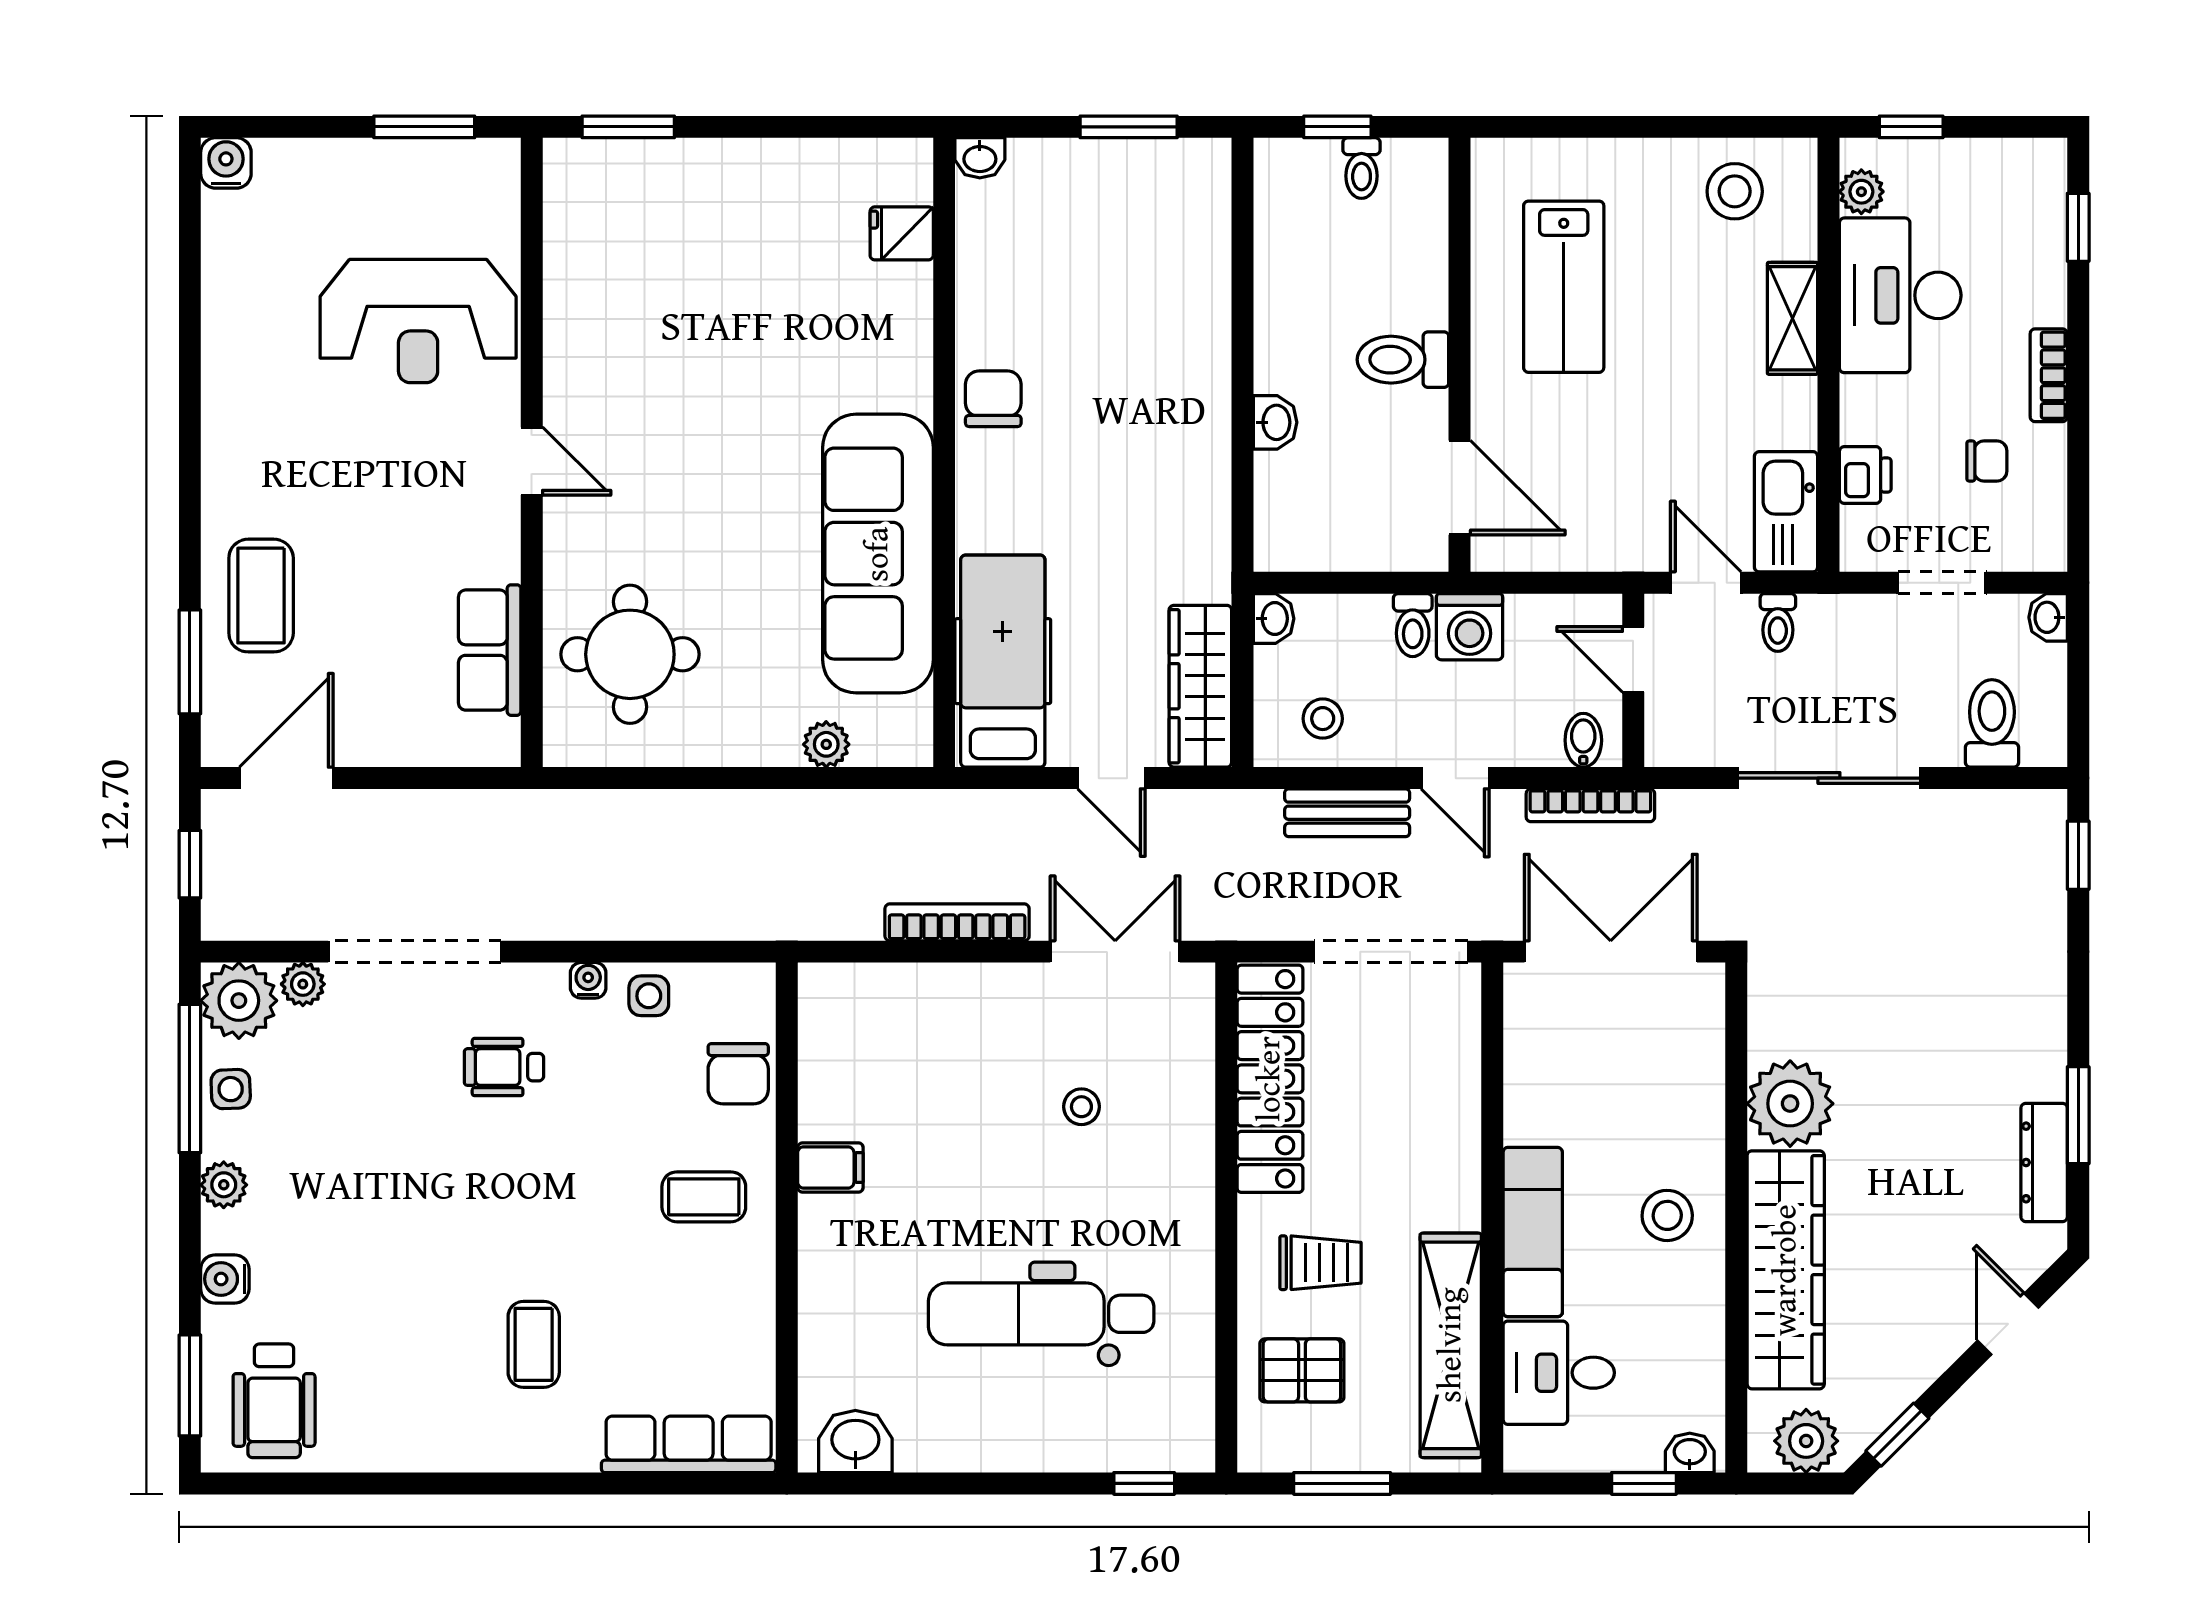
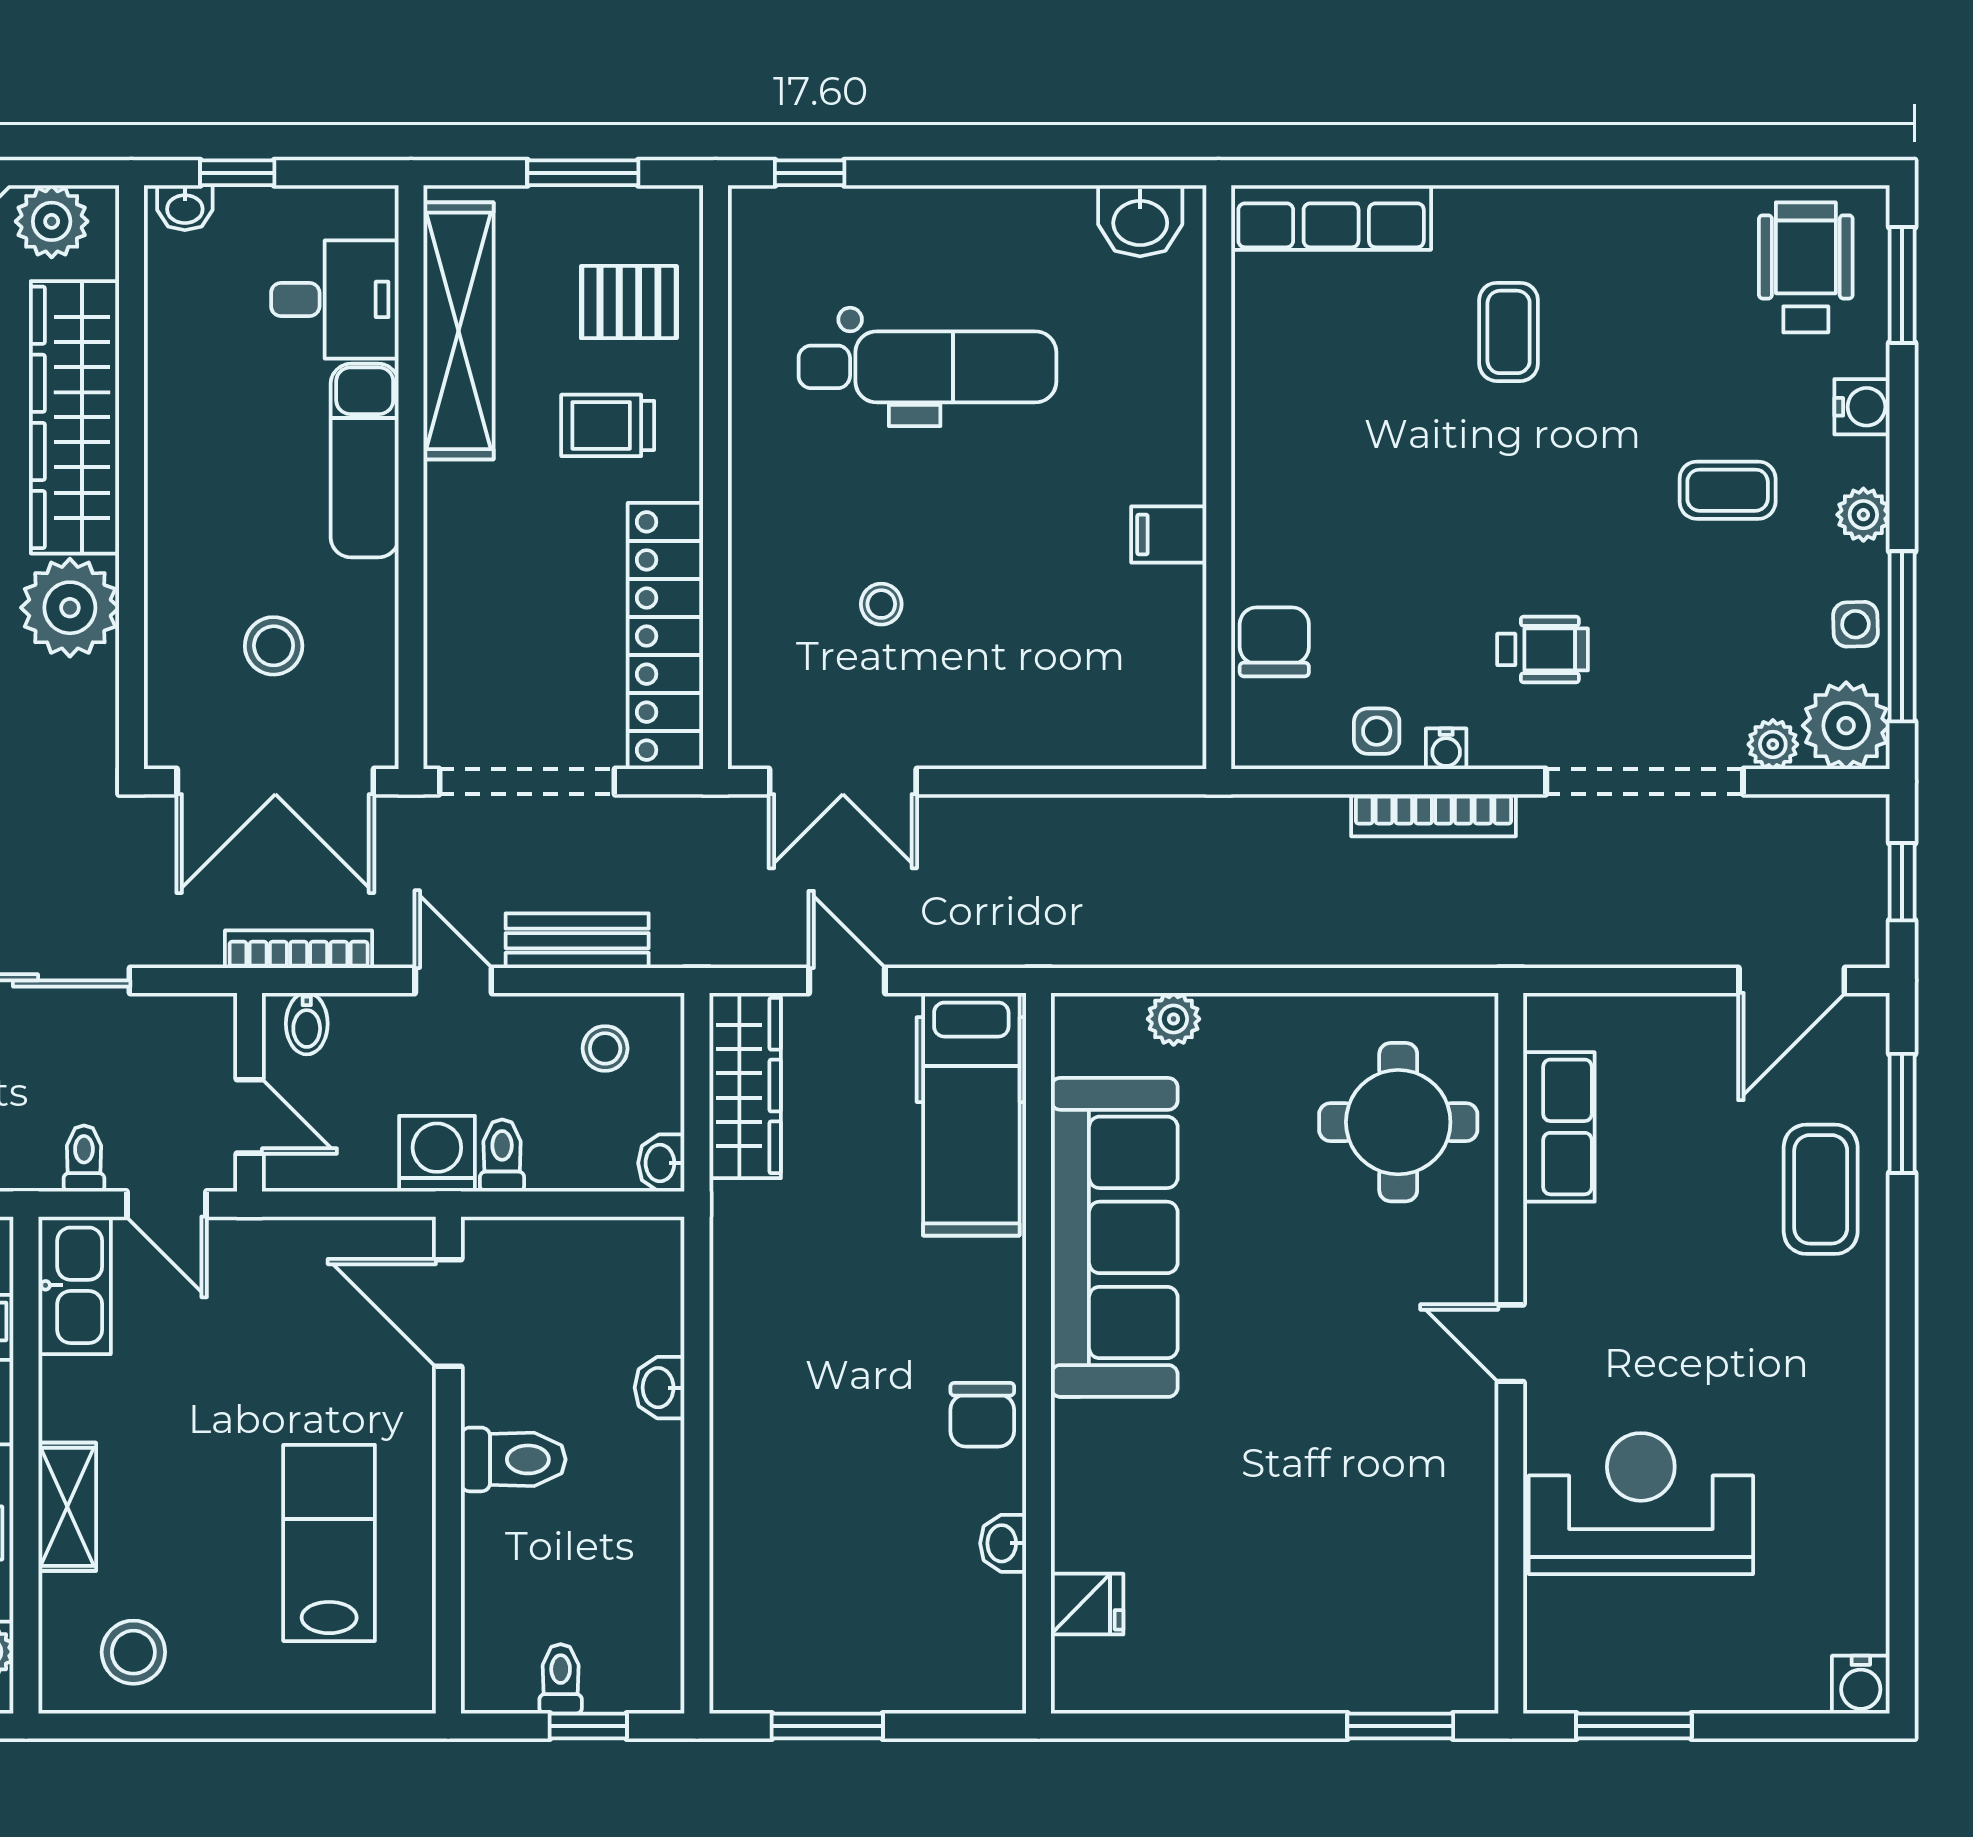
washbasin: (980, 158) -> (1003, 1543), moved, turned -90
bookcase: (957, 922) -> (1434, 815), moved
coffee table: (704, 1197) -> (1728, 490), moved
stool: (1667, 1215) -> (274, 646), moved

